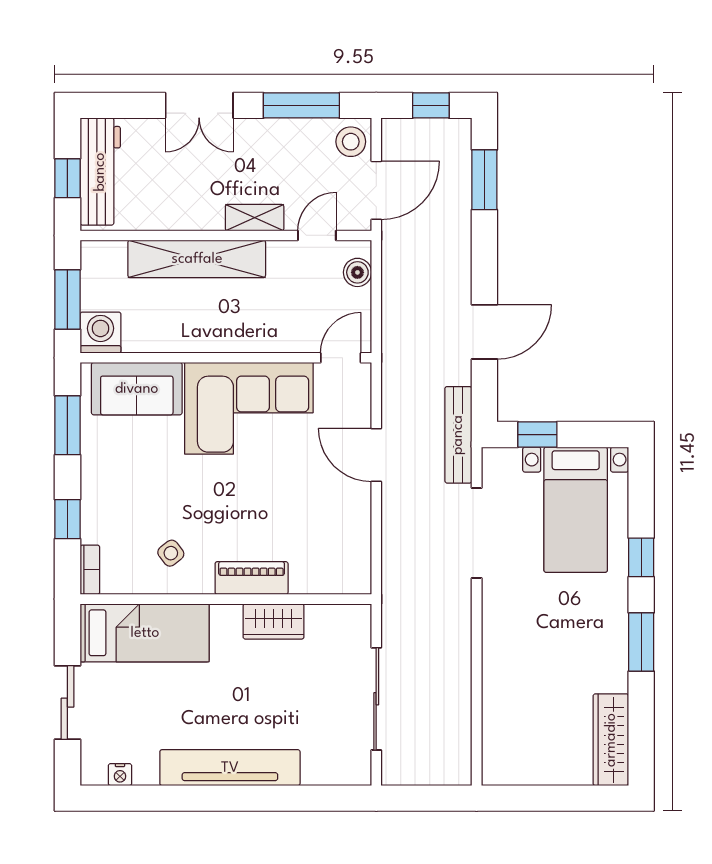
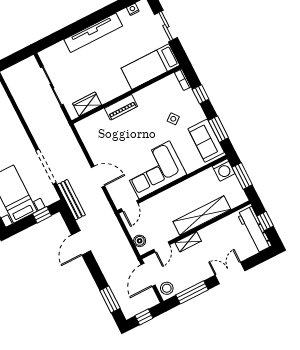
sofa: (137, 389) -> (206, 141), moved, turned -90
side table: (171, 553) -> (173, 119), moved
wardrobe: (274, 621) -> (87, 104), moved

